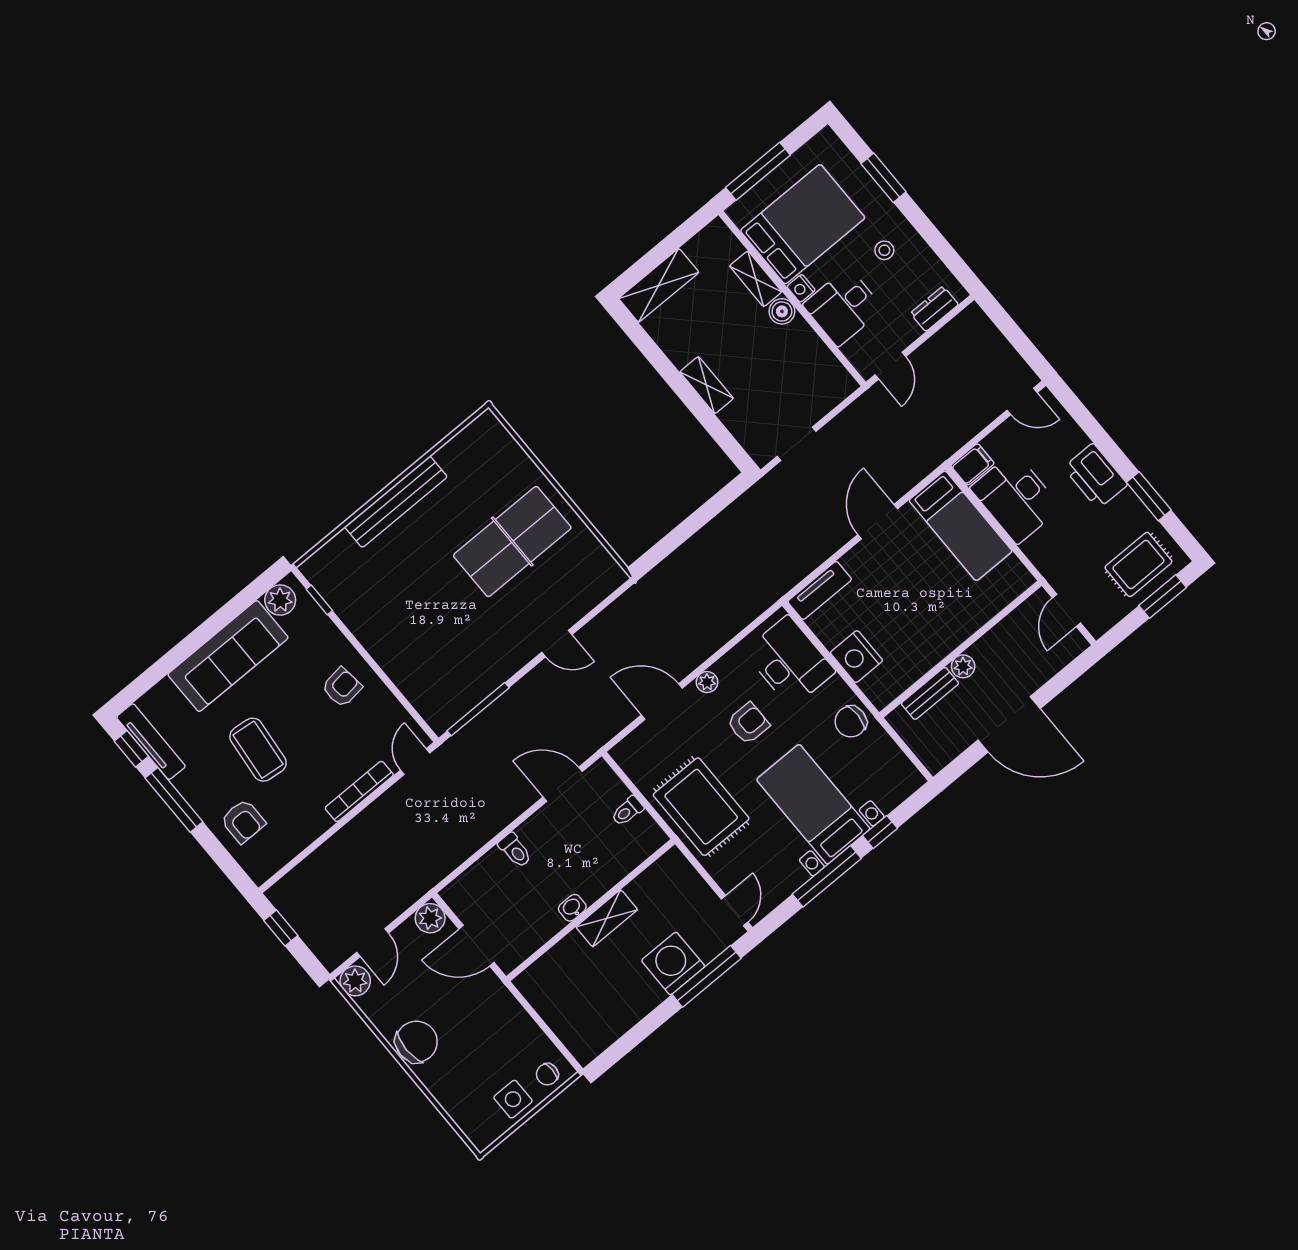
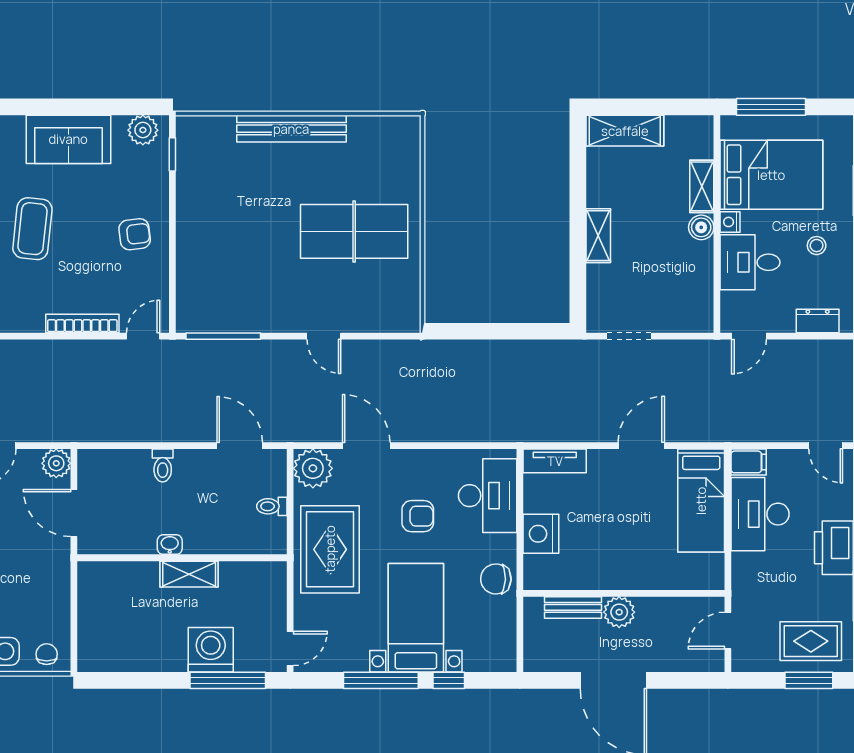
sofa: (228, 656) -> (68, 139), width x0.73
plant: (963, 666) -> (619, 612), width x1.38, depth x1.38
plant: (707, 682) -> (313, 468), moved, width x1.88, depth x1.88
chair: (547, 1074) -> (47, 654), turned 90

